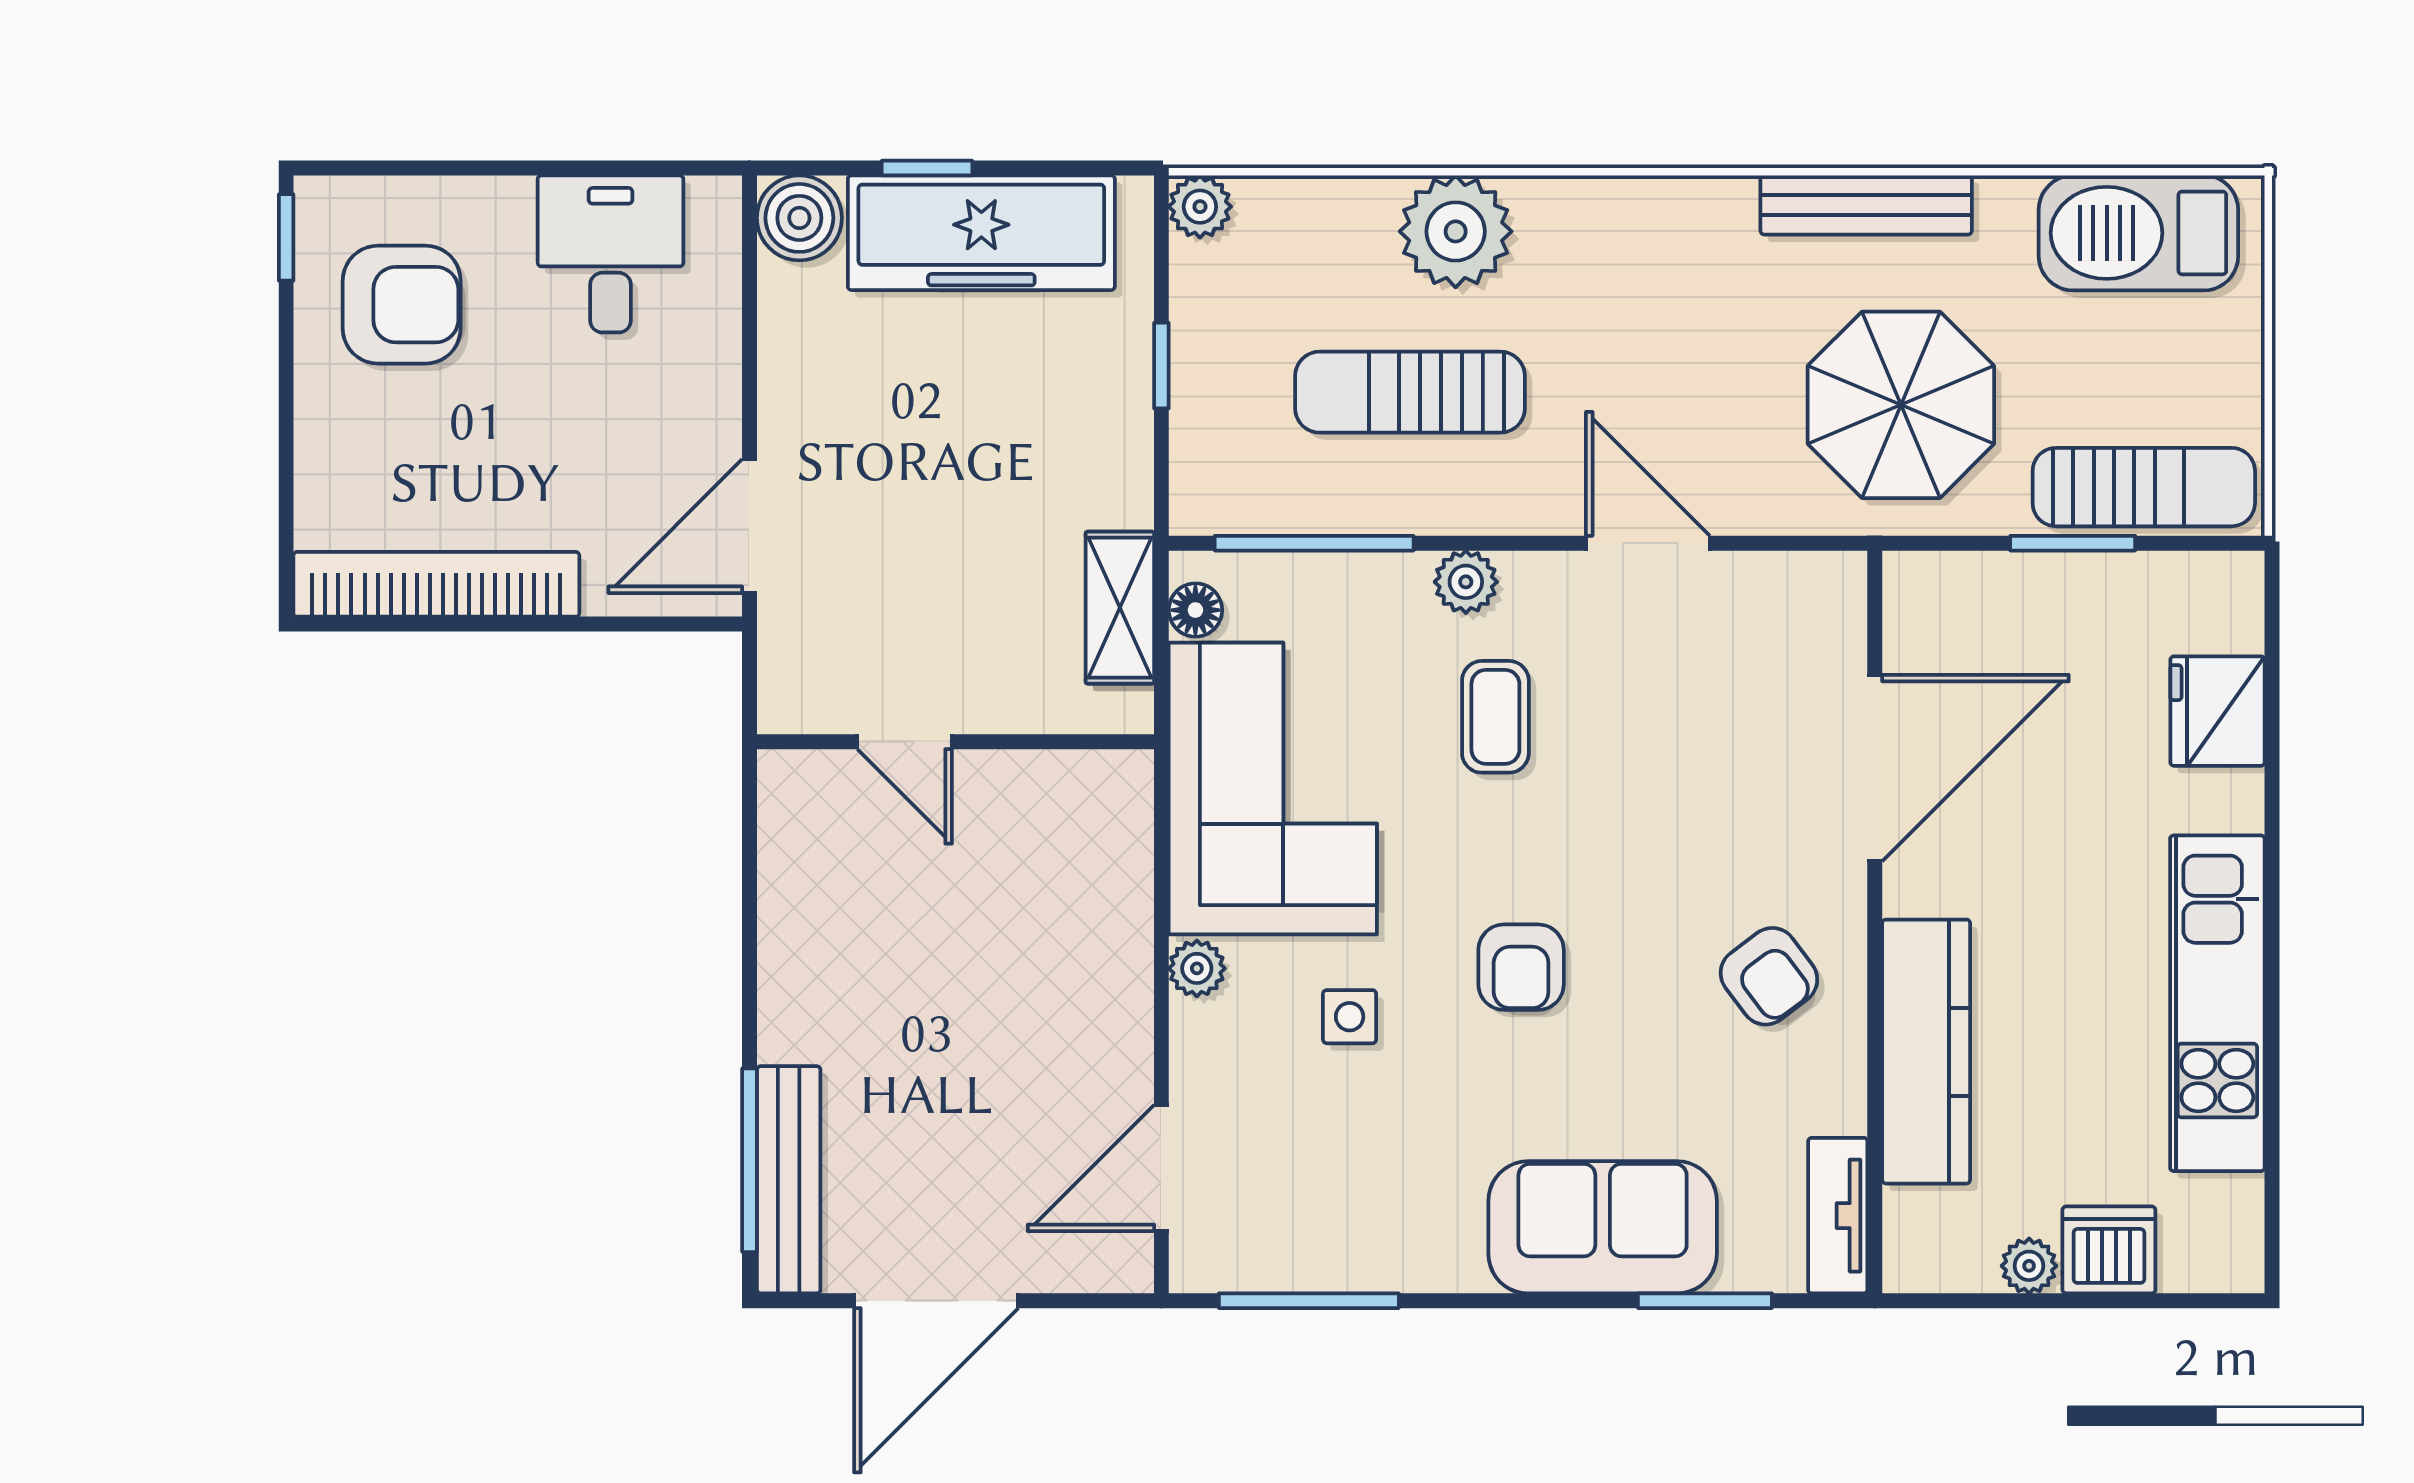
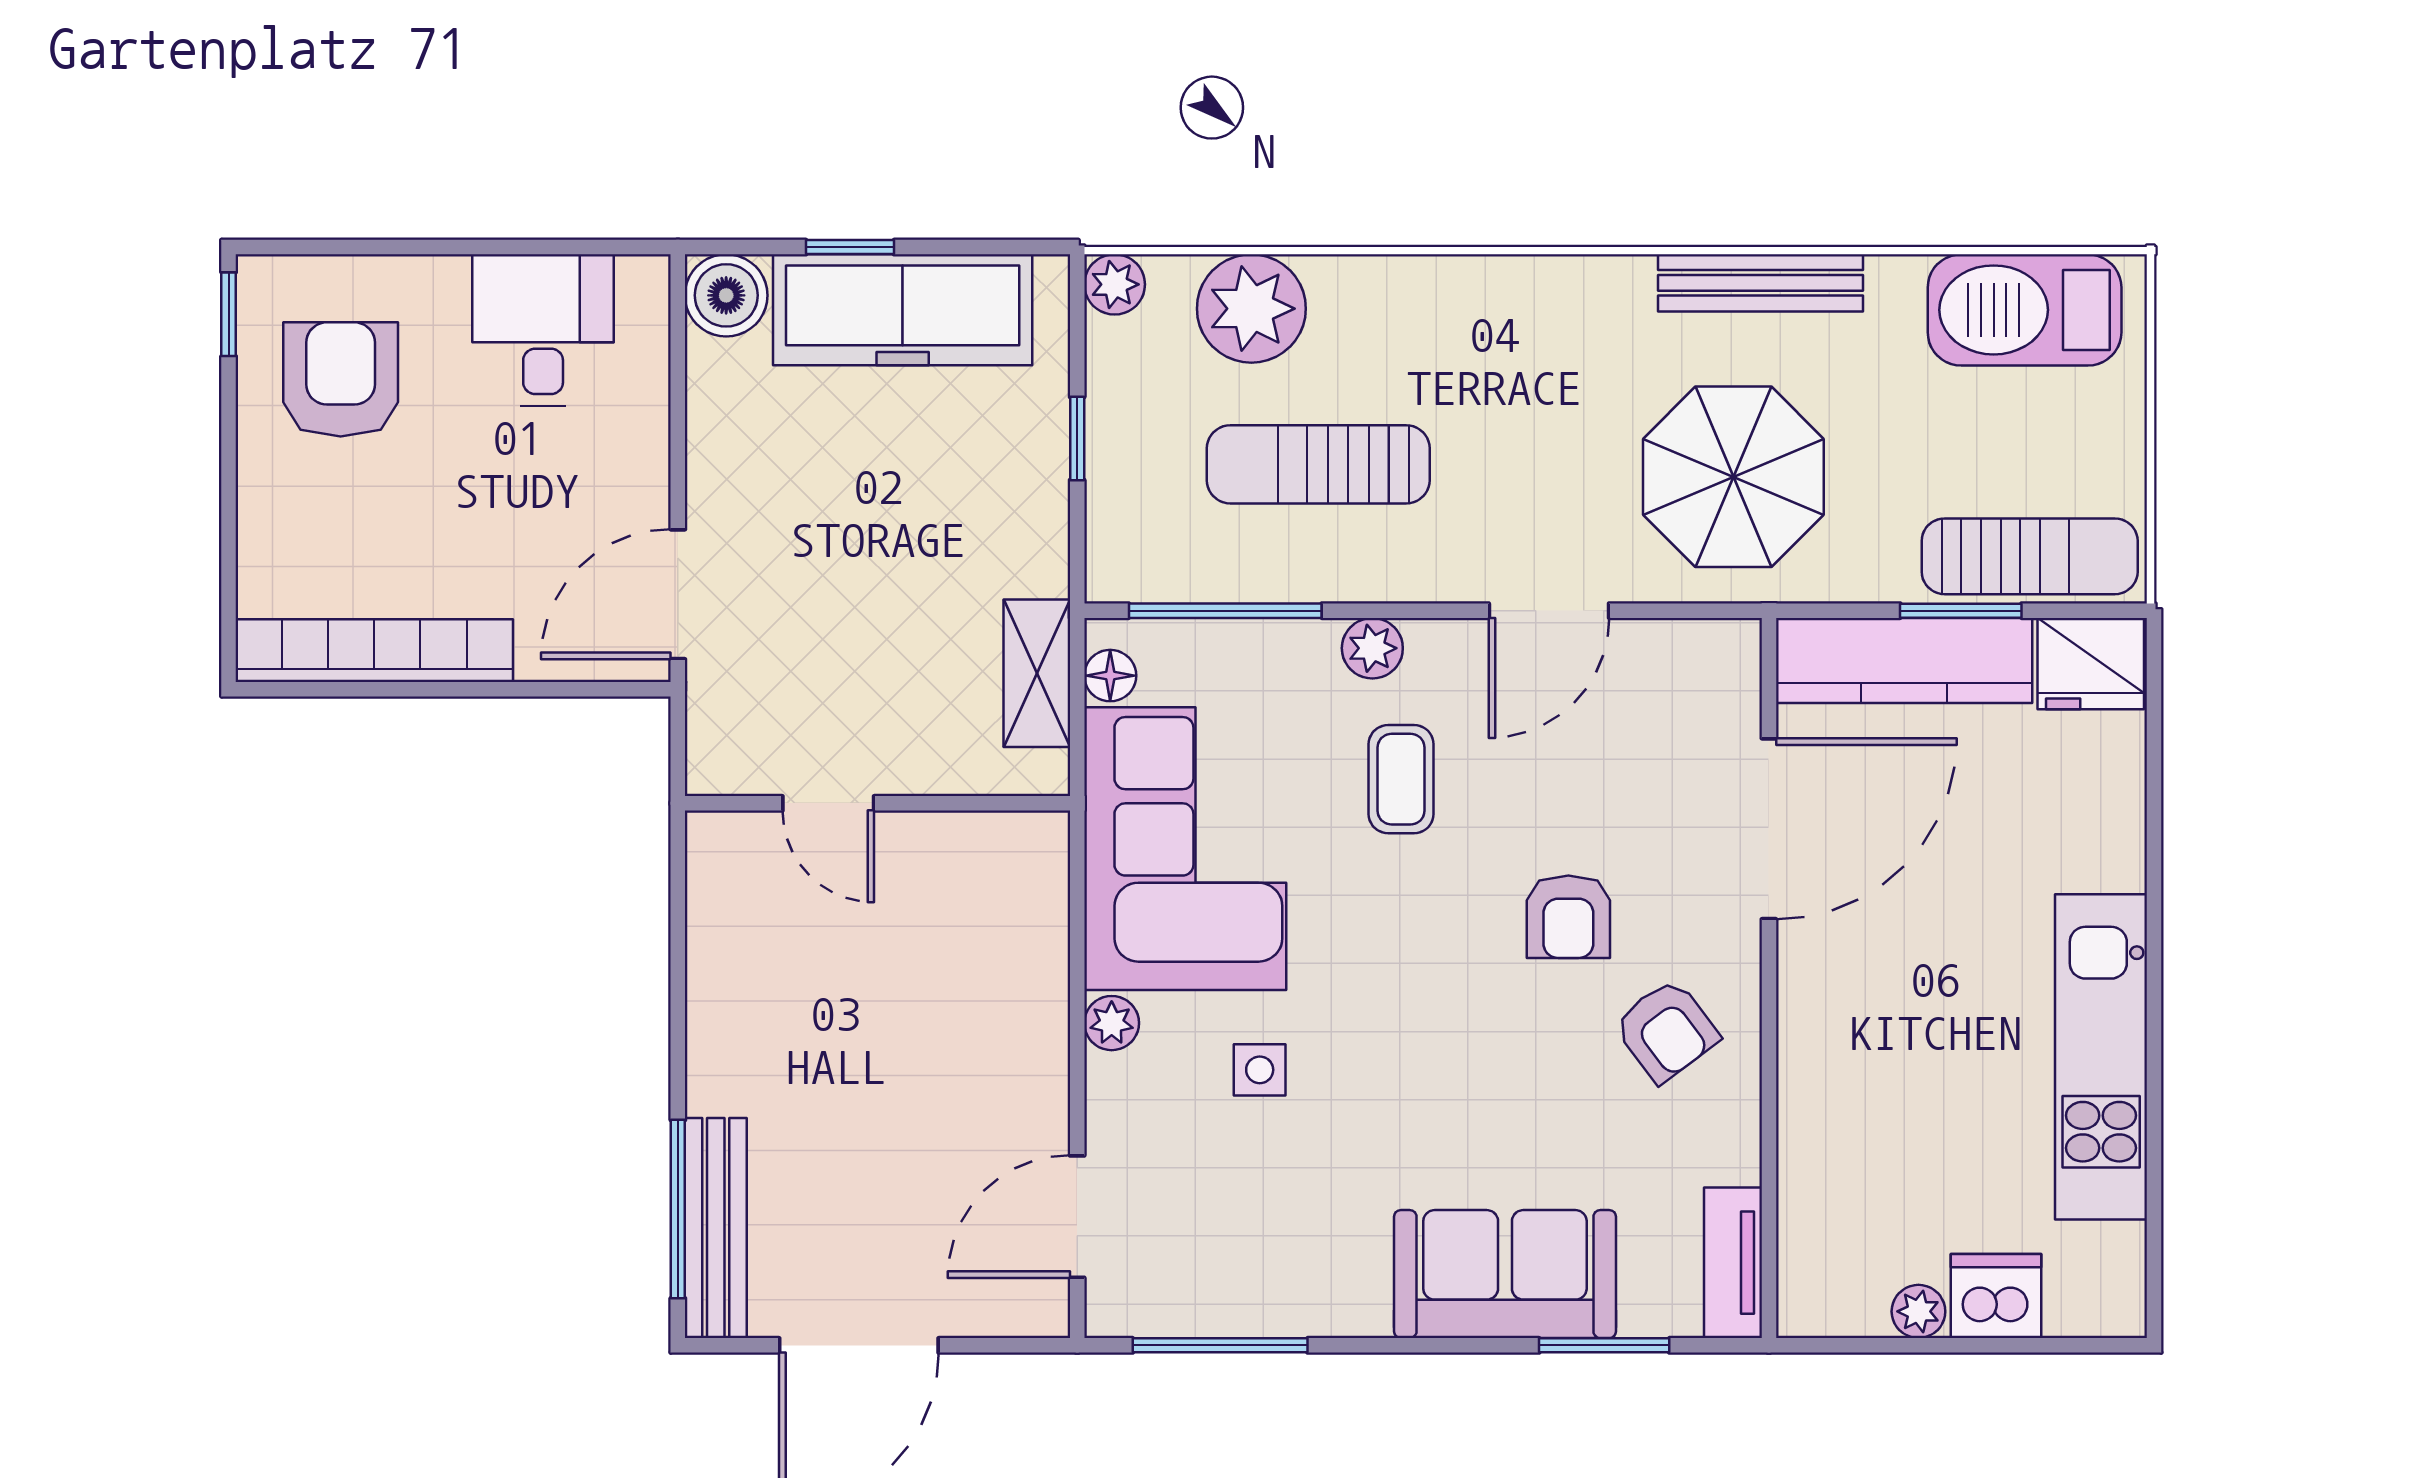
plant: (1456, 231) -> (1251, 309), moved
armchair: (402, 305) -> (341, 379), turned -90
parasol: (1901, 405) -> (1733, 477), moved
door: (1648, 543) -> (1549, 611), swing flipped
fridge: (2217, 711) -> (2091, 664), moved, turned -90
armchair: (1521, 967) -> (1568, 917), moved
kitchen counter: (1926, 1052) -> (1904, 661), moved, turned 90

